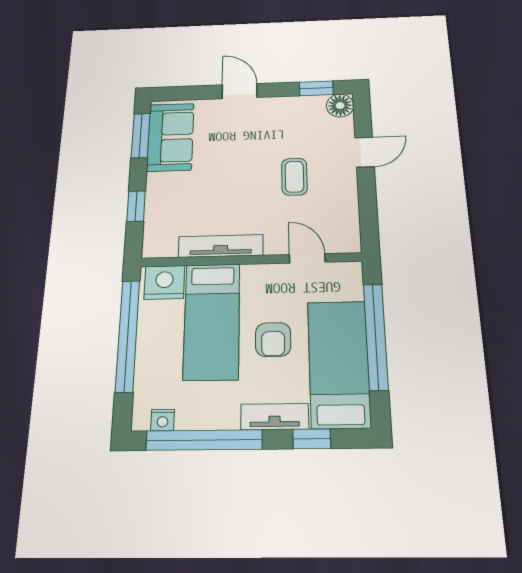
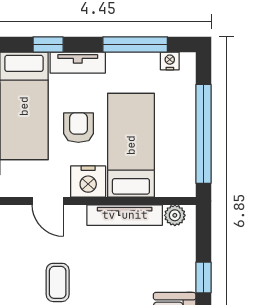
window: (136, 206) -> (203, 278), moved
plant: (165, 247) -> (175, 215), added
nightstand: (164, 282) -> (88, 182), moved
window: (204, 440) -> (135, 44), width x0.68

